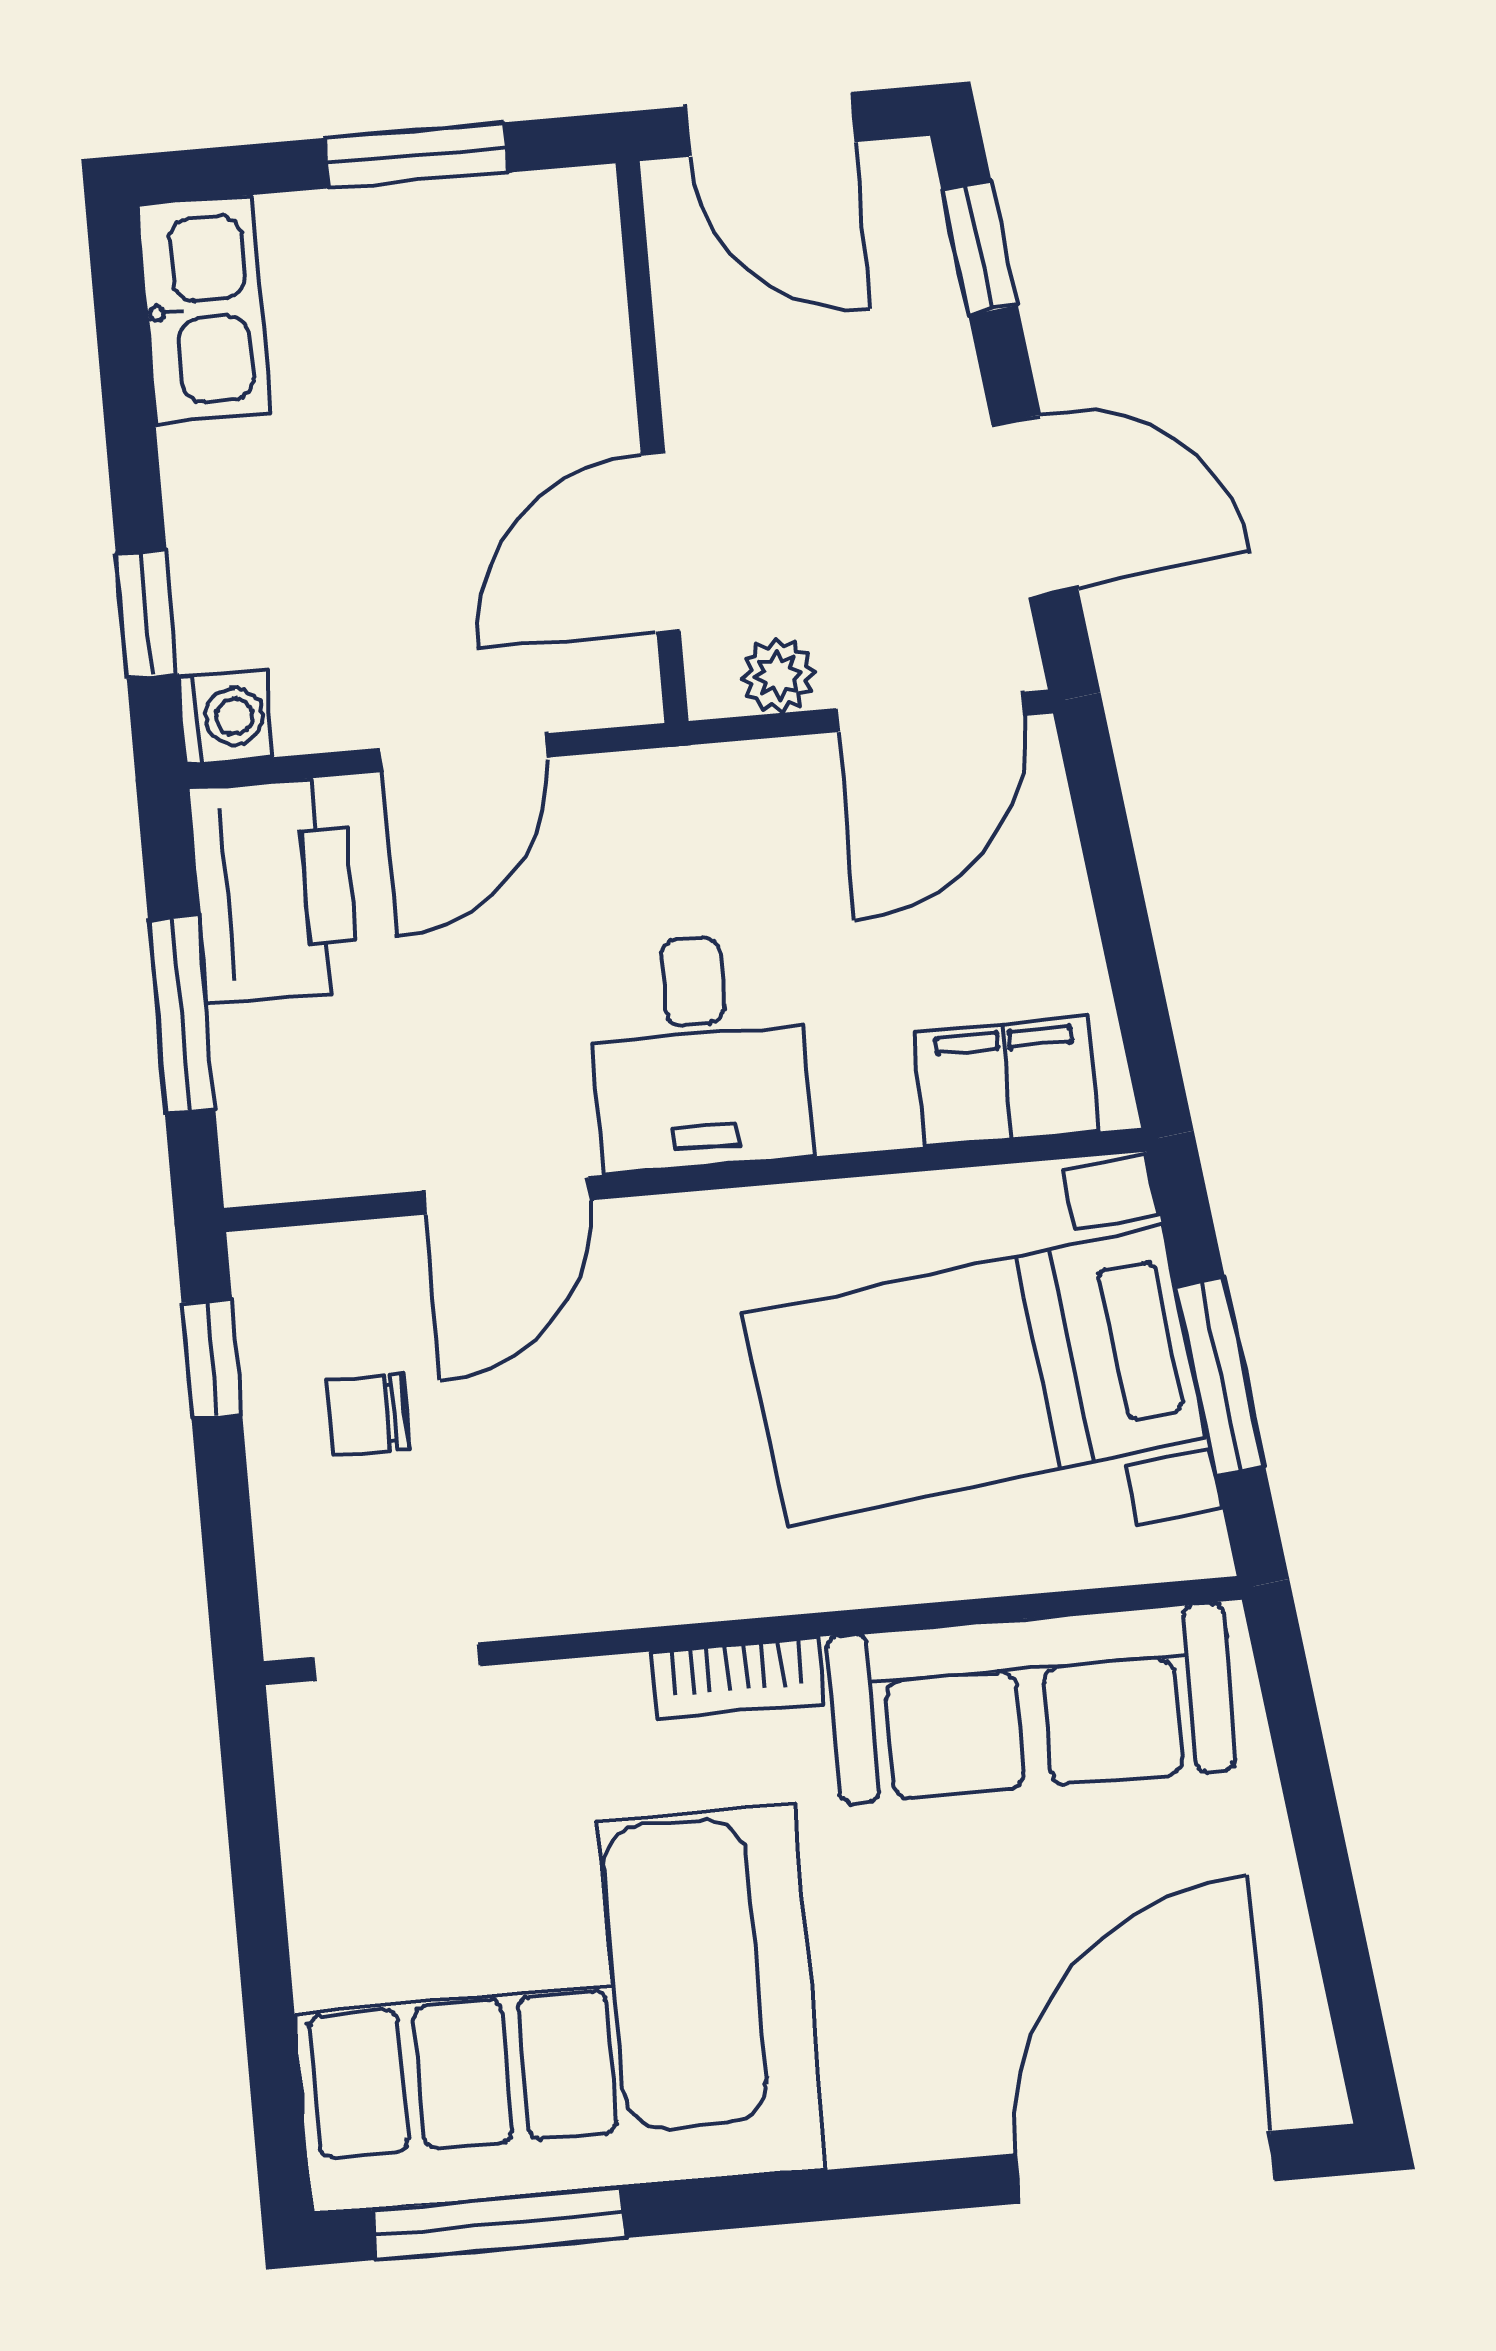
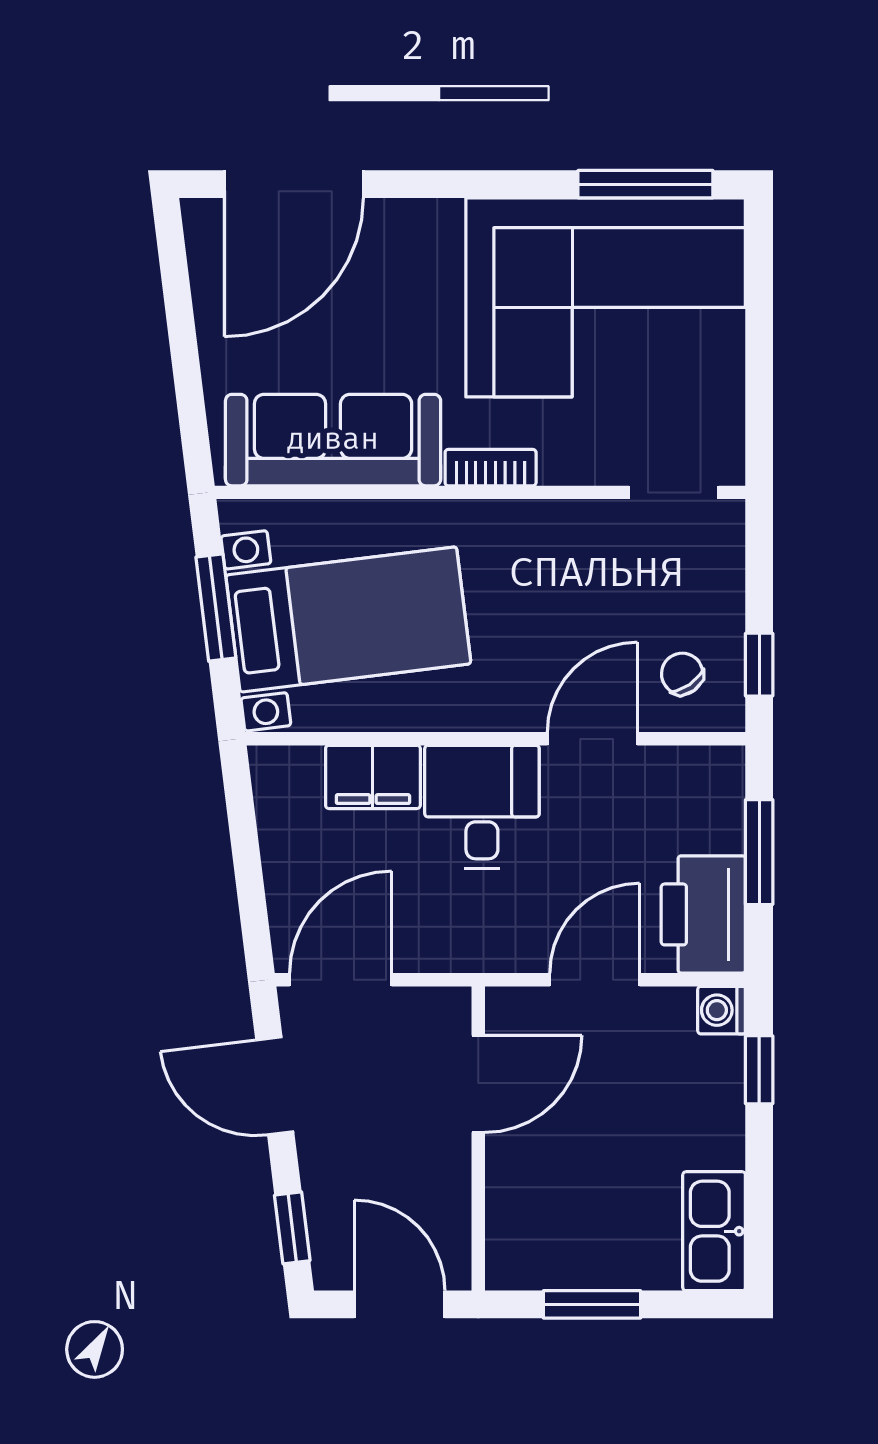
plant: (778, 675) -> (421, 1007), removed
filing cabinet: (1007, 1081) -> (373, 777), moved
chair: (368, 1415) -> (682, 674), moved, turned -125

